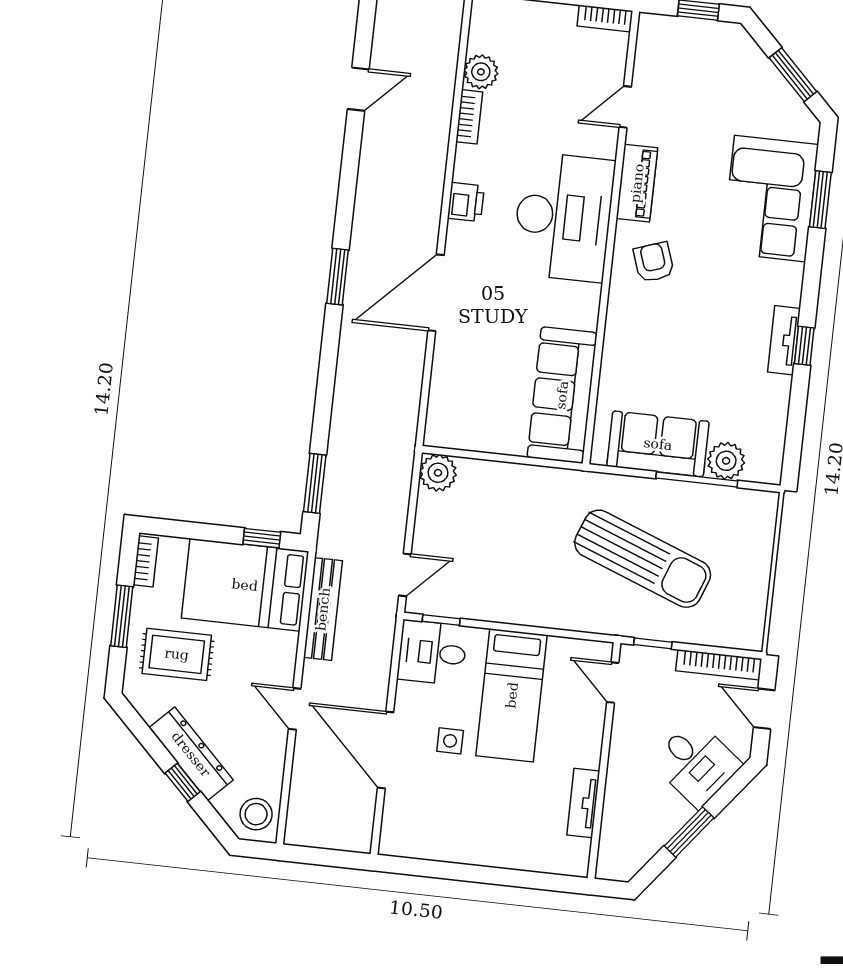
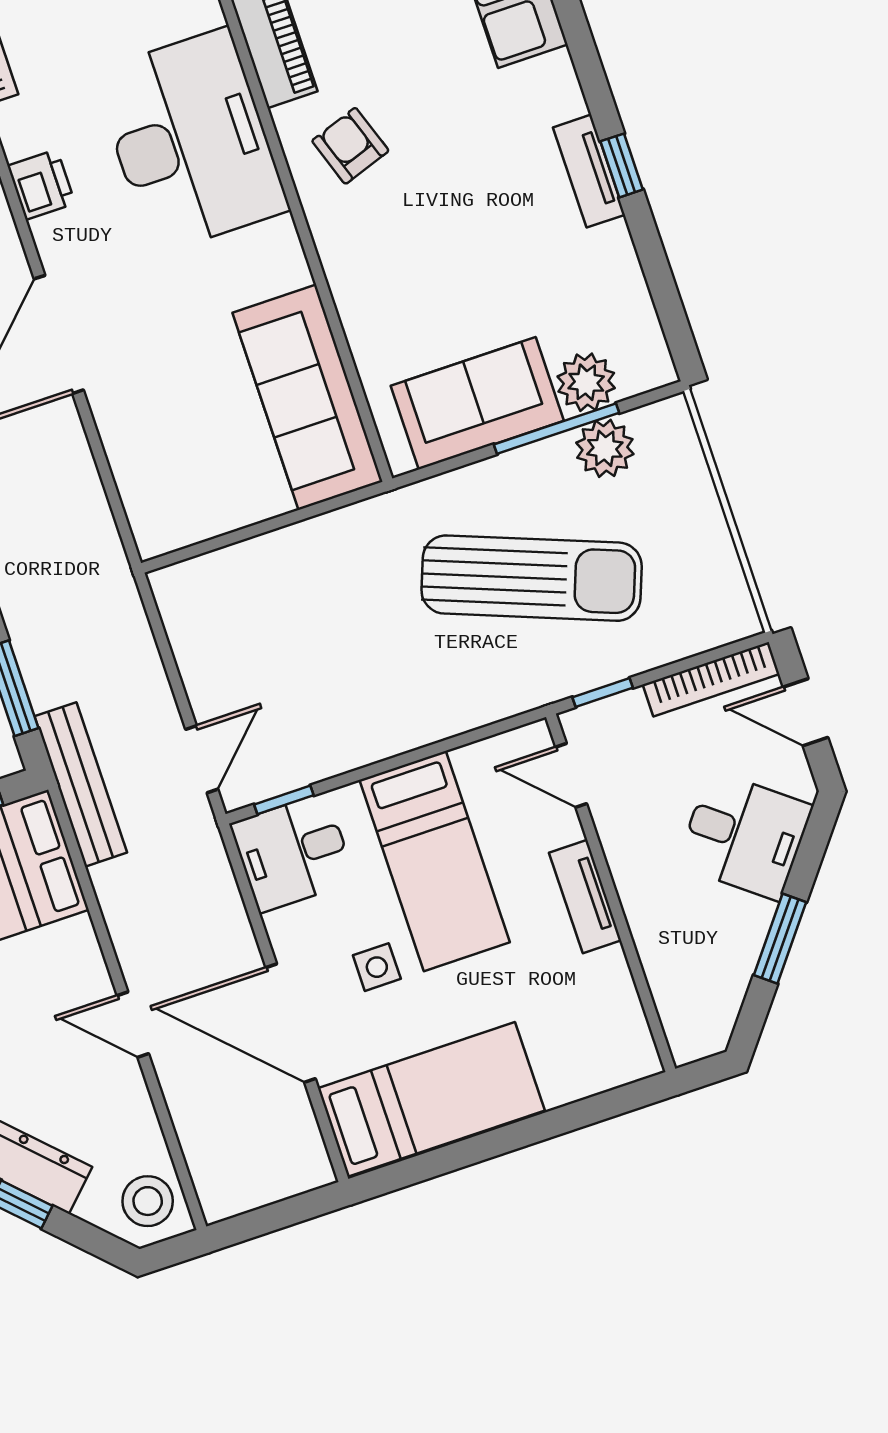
plant: (438, 473) -> (605, 448), moved
bench: (323, 609) -> (81, 784), moved
tv unit: (583, 803) -> (585, 896), moved
bed: (446, 831) -> (431, 1099), added

